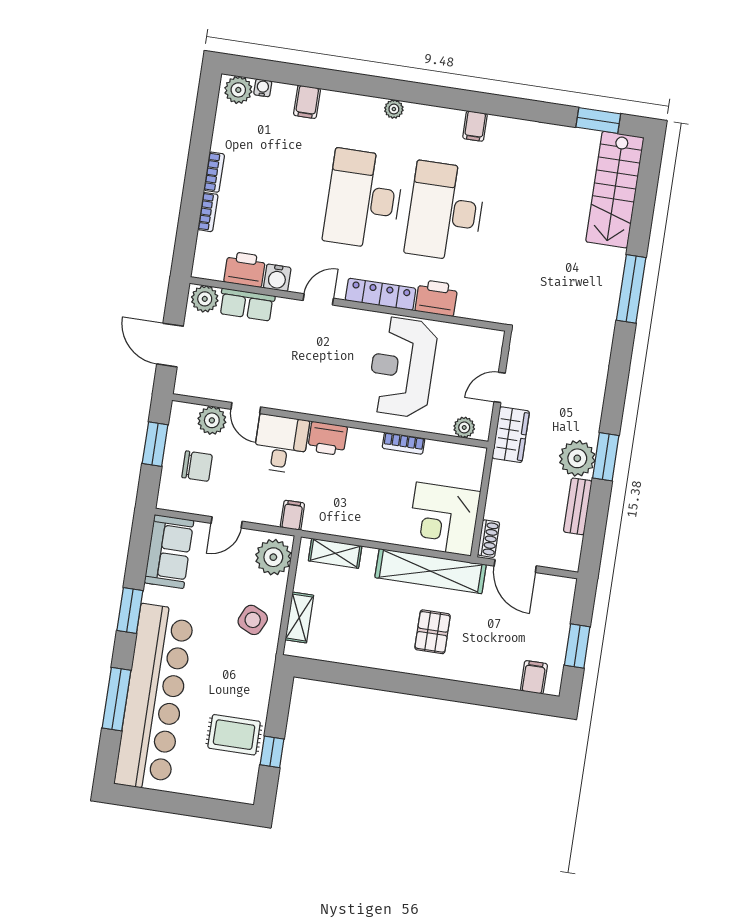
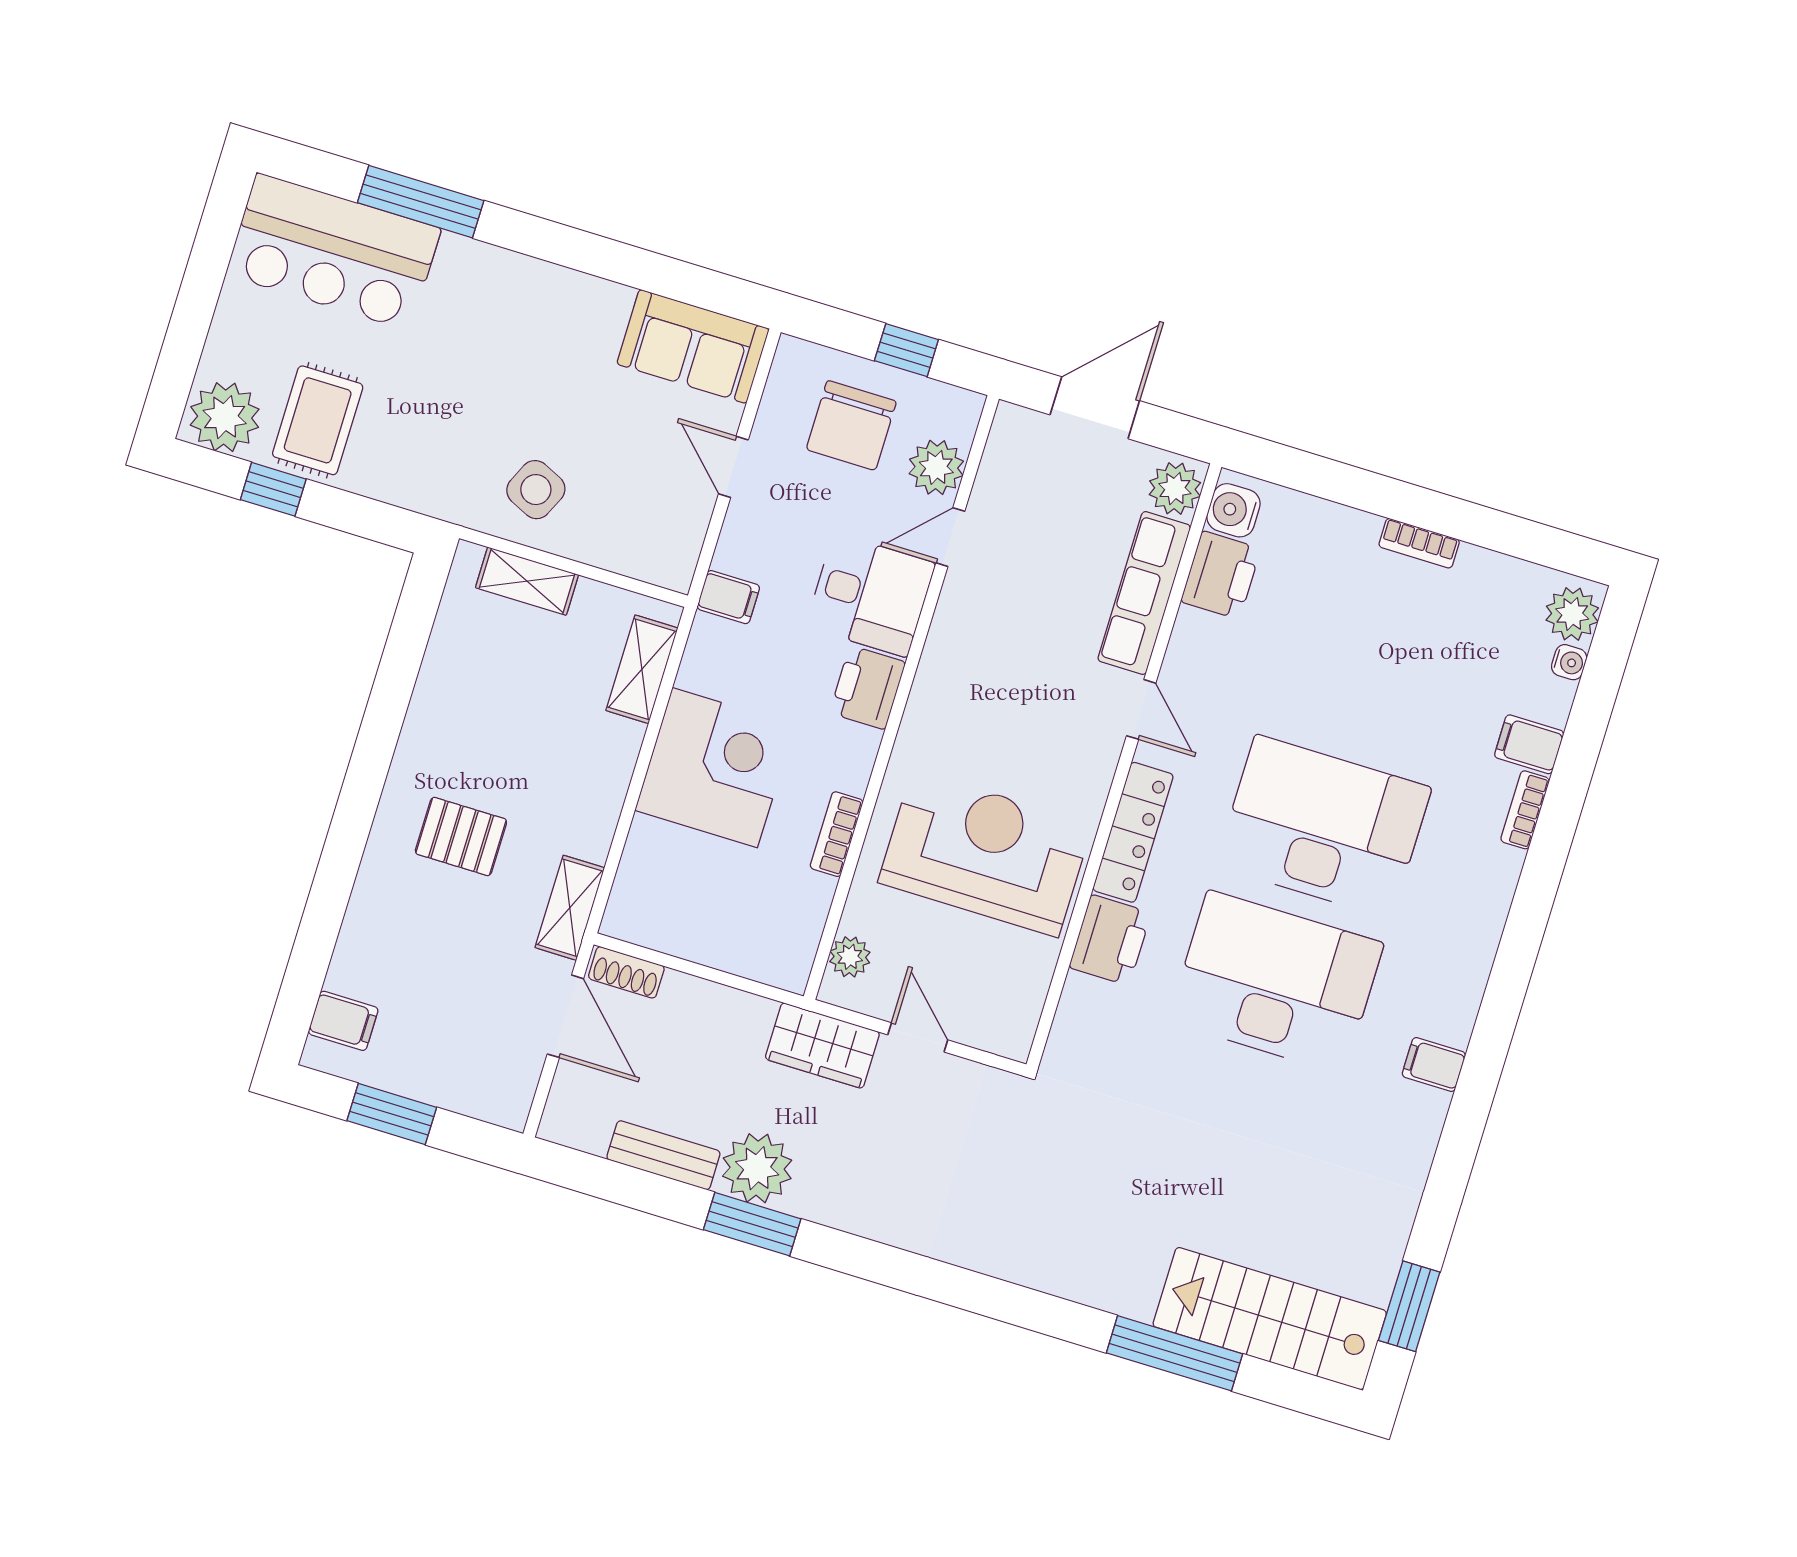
plant: (394, 109) -> (1490, 911), removed
bookcase: (208, 212) -> (1525, 810), moved, turned 90
water cooler: (277, 278) -> (1233, 510), moved
window: (631, 289) -> (1175, 1353), moved
row of seats: (247, 305) -> (1144, 593), width x1.48
window: (155, 444) -> (906, 350), width x0.67
chair: (197, 466) -> (851, 425), width x1.37, depth x1.37
corner desk: (444, 519) -> (715, 768), moved, turned 90
plant: (273, 557) -> (225, 417), moved
door: (515, 566) -> (565, 1016), swing flipped
shelving: (431, 571) -> (570, 908), width x0.45, depth x0.75
window: (130, 611) -> (589, 253), removed
bar counter: (154, 697) -> (333, 252), width x0.54

